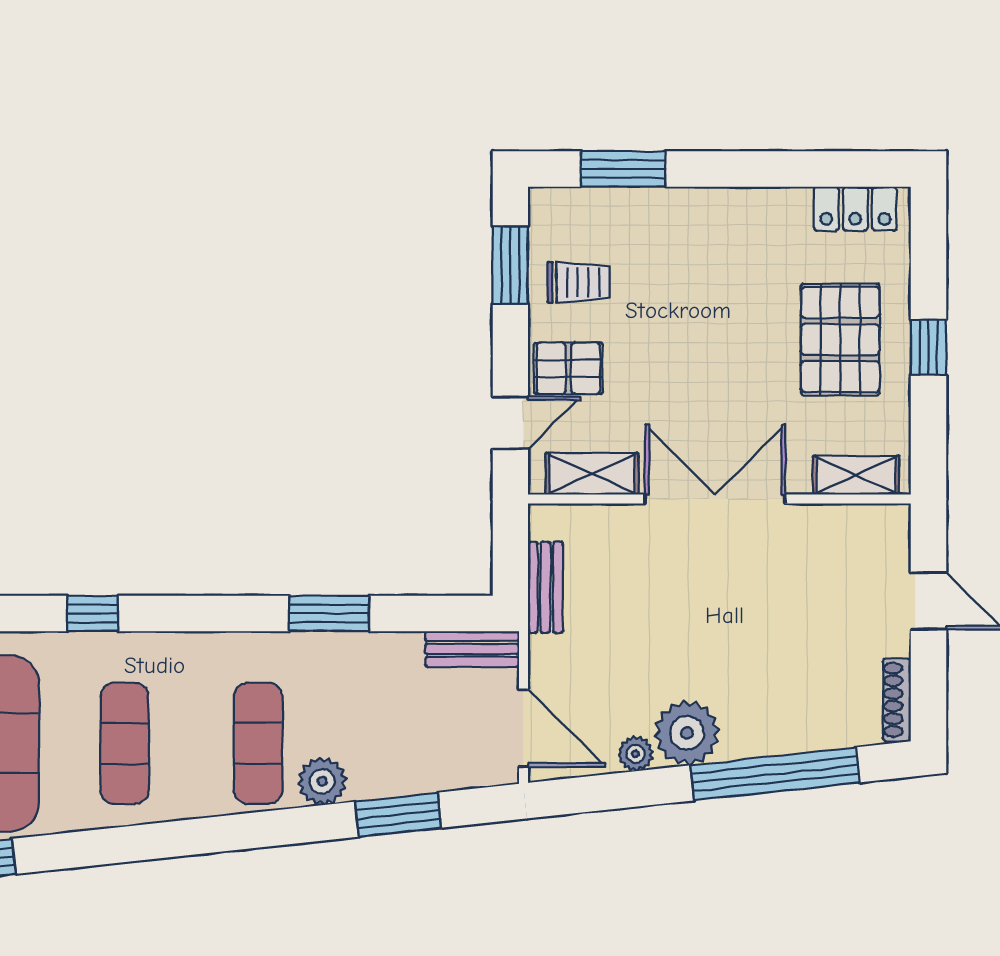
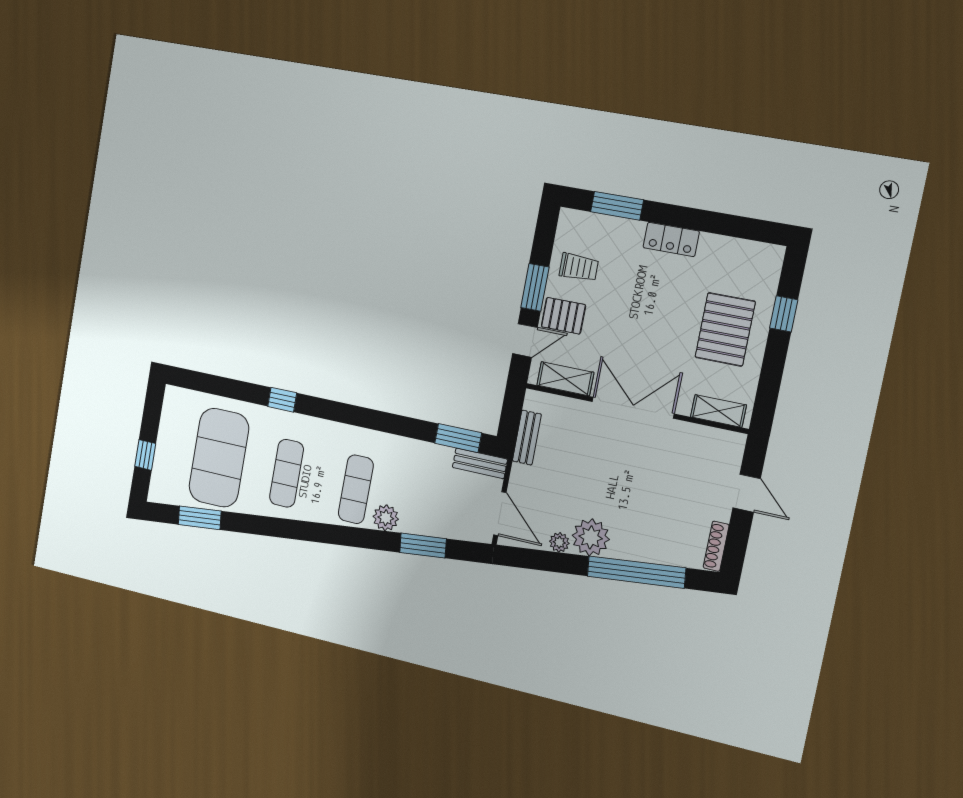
locker: (855, 209) -> (671, 239), moved
window: (510, 265) -> (535, 287), moved
window: (928, 347) -> (784, 314), moved
window: (329, 613) -> (458, 438), moved

